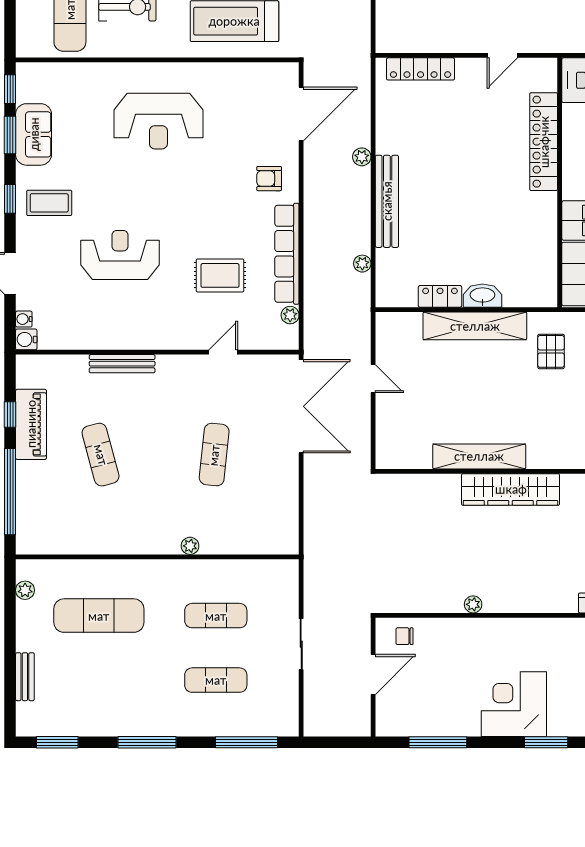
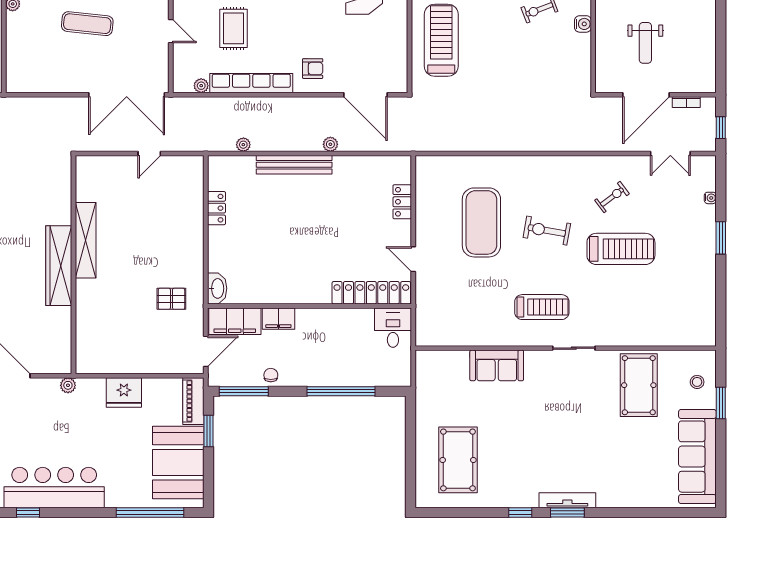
locker: (421, 69) -> (402, 202), width x0.66
locker: (544, 142) -> (371, 293), moved
armchair: (269, 179) -> (313, 69), turned 90
washbasin: (482, 296) -> (217, 288), moved
shelving: (475, 326) -> (192, 237), removed

